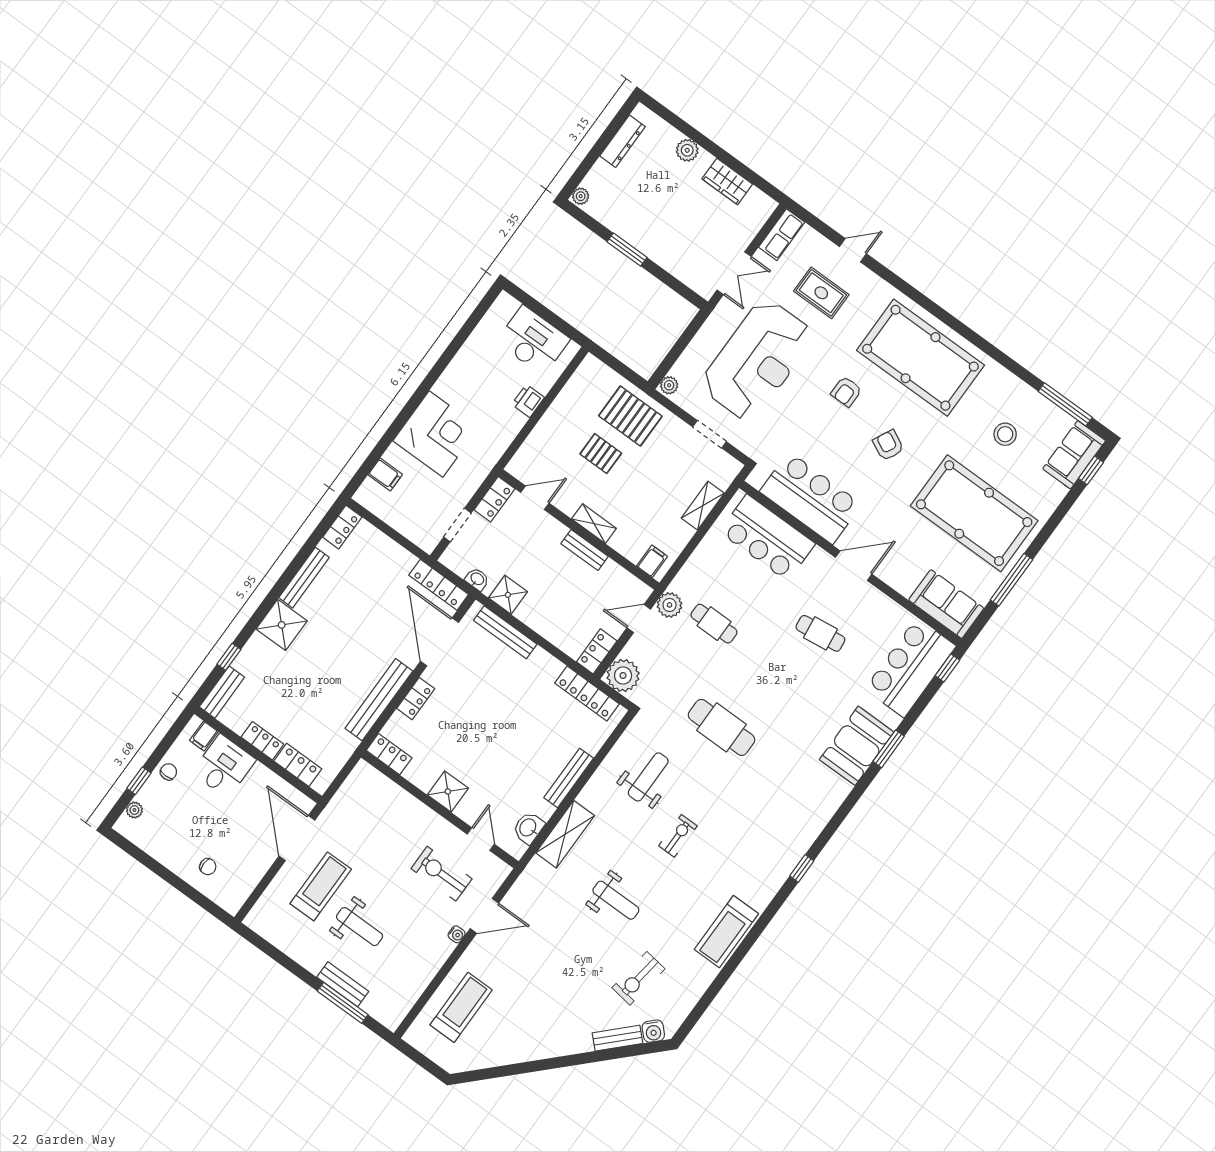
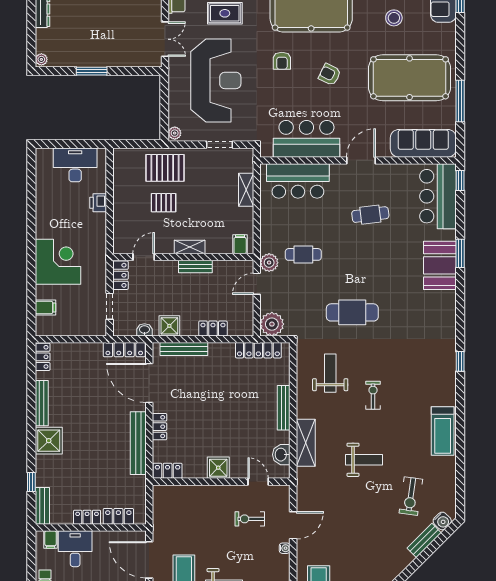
sofa: (946, 604) -> (423, 143), width x1.36
locker: (597, 651) -> (213, 328), moved, turned 90
exercise bike: (442, 874) -> (250, 519), width x0.73, depth x0.72

